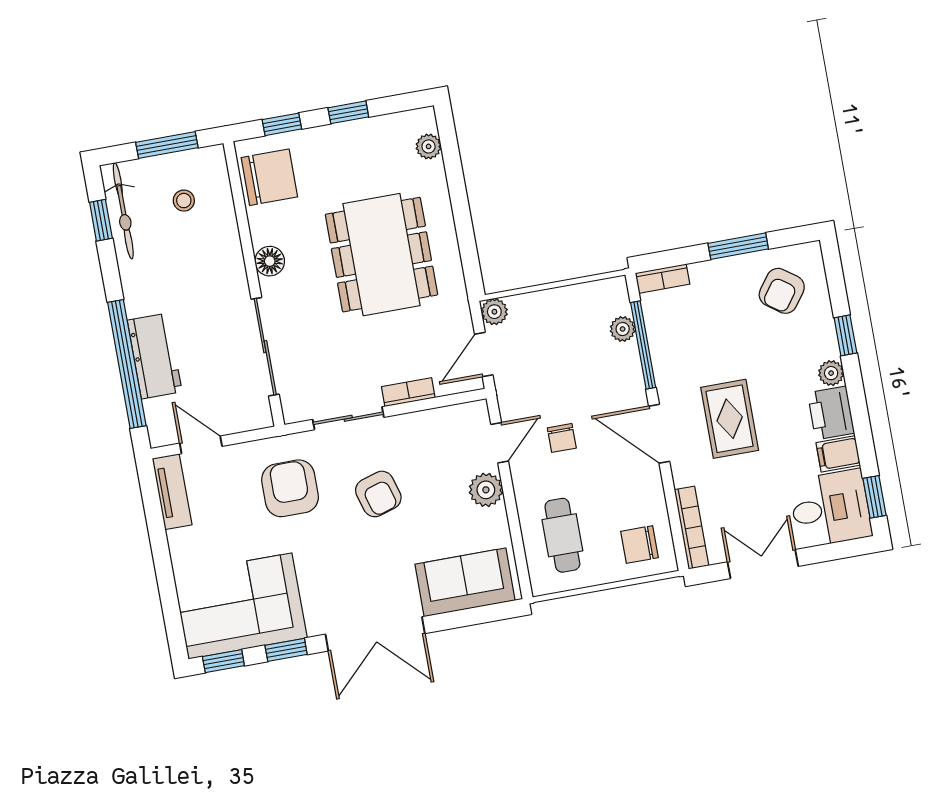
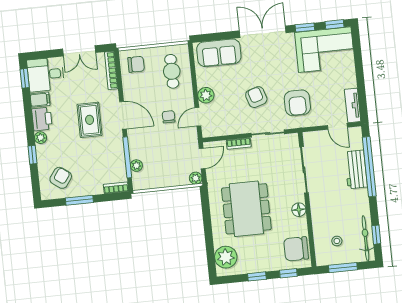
plant: (429, 146) -> (226, 257), width x1.88, depth x1.88

